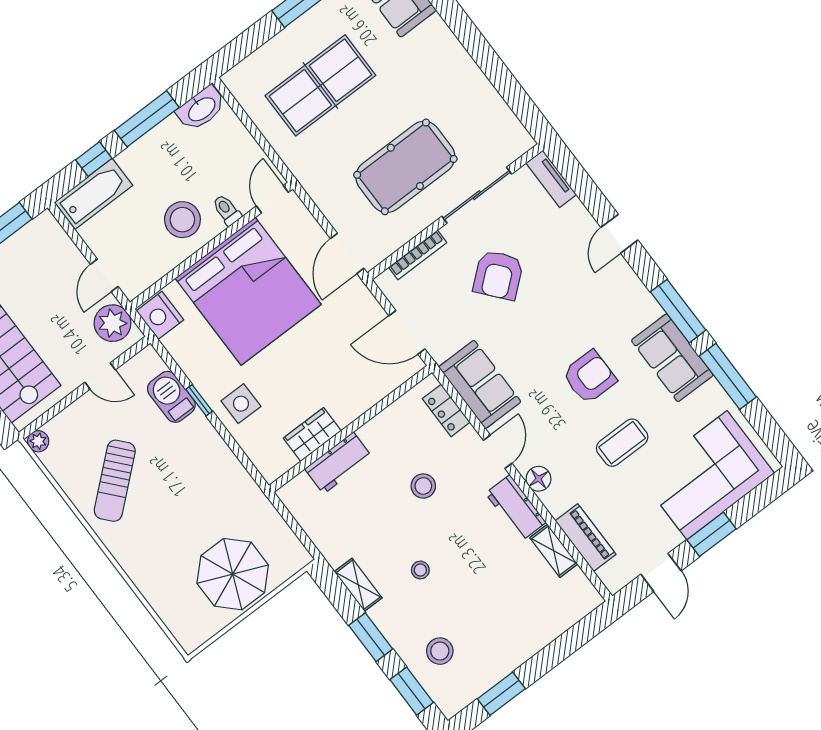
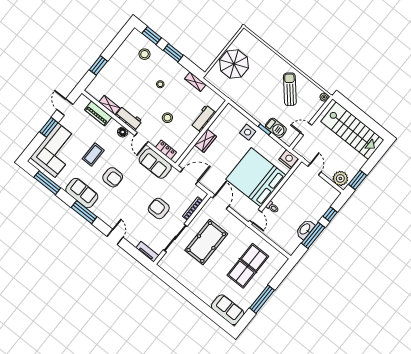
washbasin: (201, 109) -> (305, 229), moved
bathtub: (94, 194) -> (327, 200), removed
stool: (182, 220) -> (289, 199), removed
armchair: (498, 275) -> (159, 209), turned -50
plant: (113, 323) -> (340, 178), moved
window: (728, 376) -> (47, 183), moved
armchair: (589, 377) -> (113, 177), turned -90
wardrobe: (312, 434) -> (205, 141), moved
shelving: (358, 585) -> (195, 82), moved
window: (501, 694) -> (98, 65), moved

